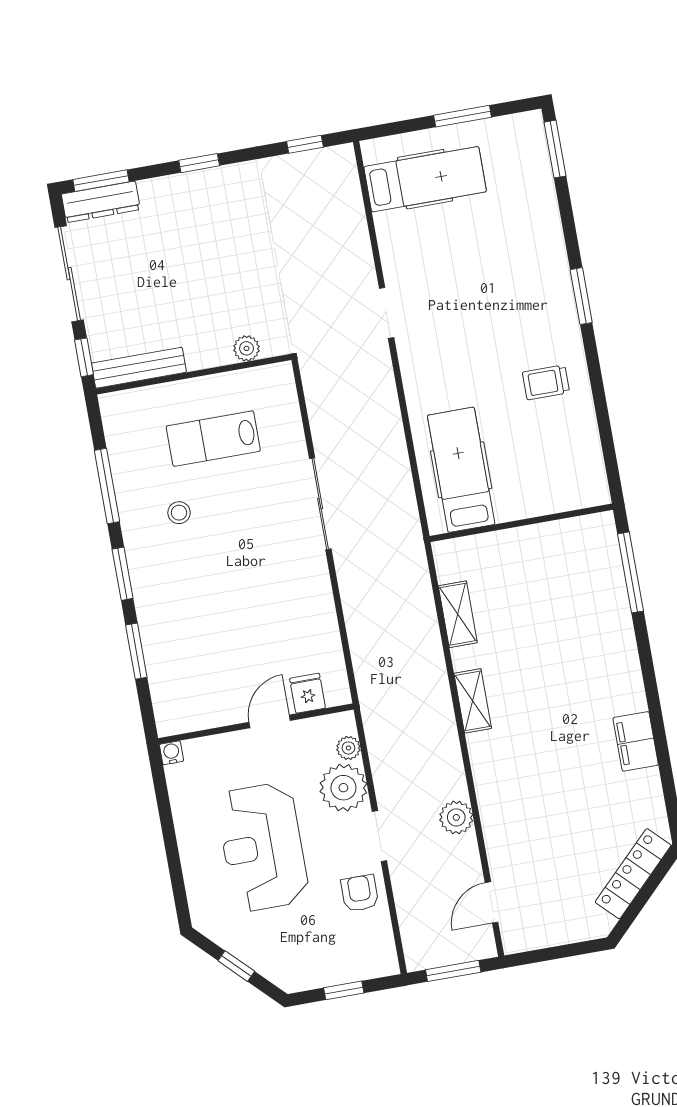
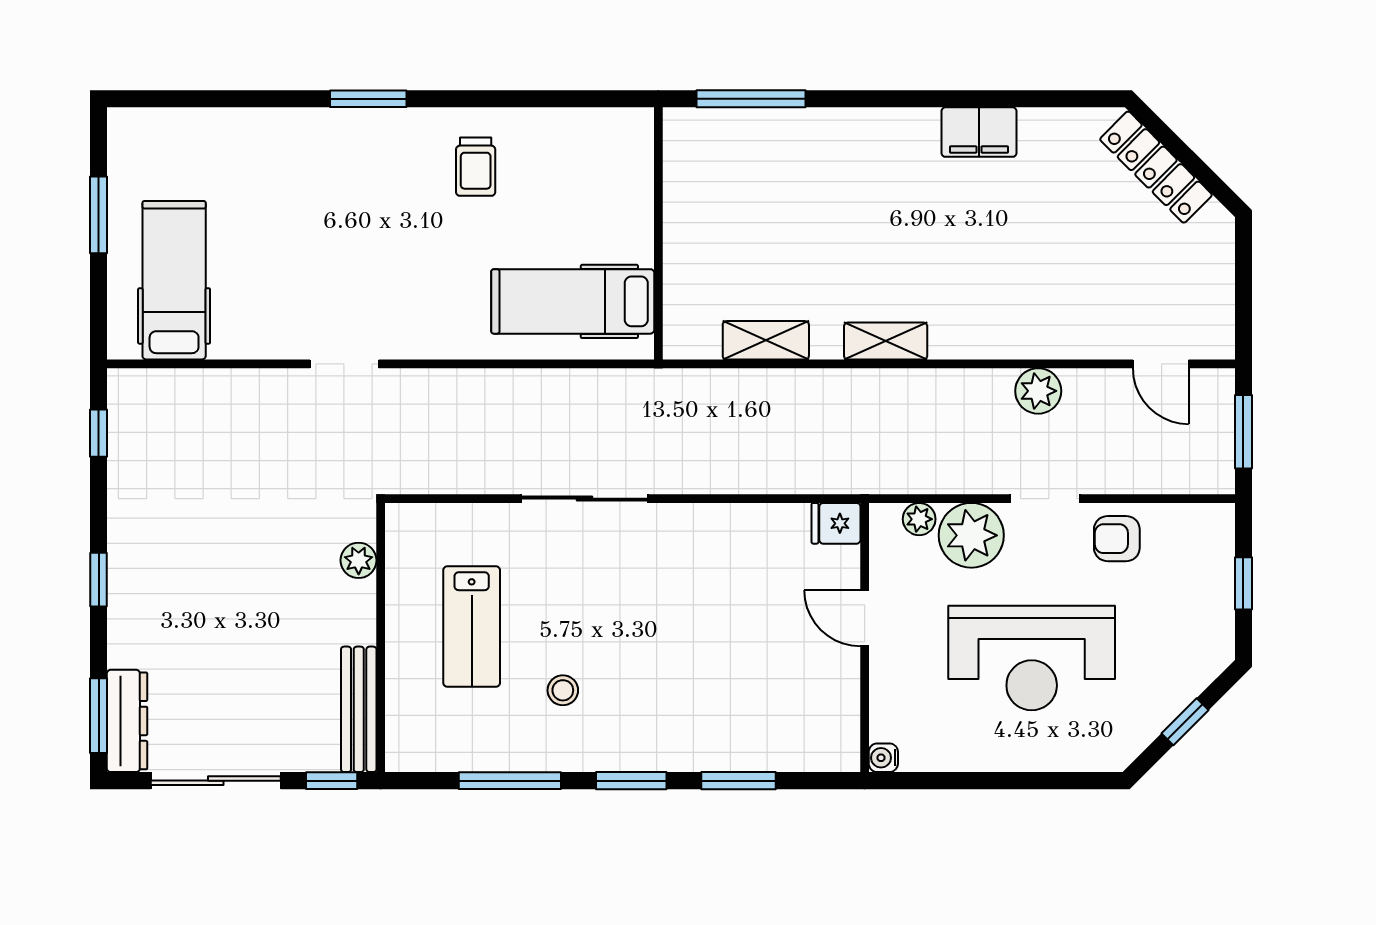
window: (555, 149) -> (165, 99), removed
fridge: (308, 693) -> (836, 523), moved

